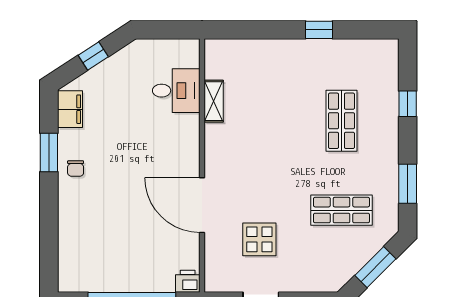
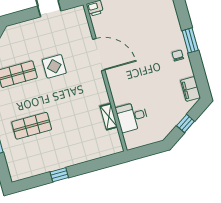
shop shelf: (341, 121) -> (32, 126), turned 90
window: (49, 152) -> (190, 40), moved
display table: (259, 239) -> (54, 66), moved

